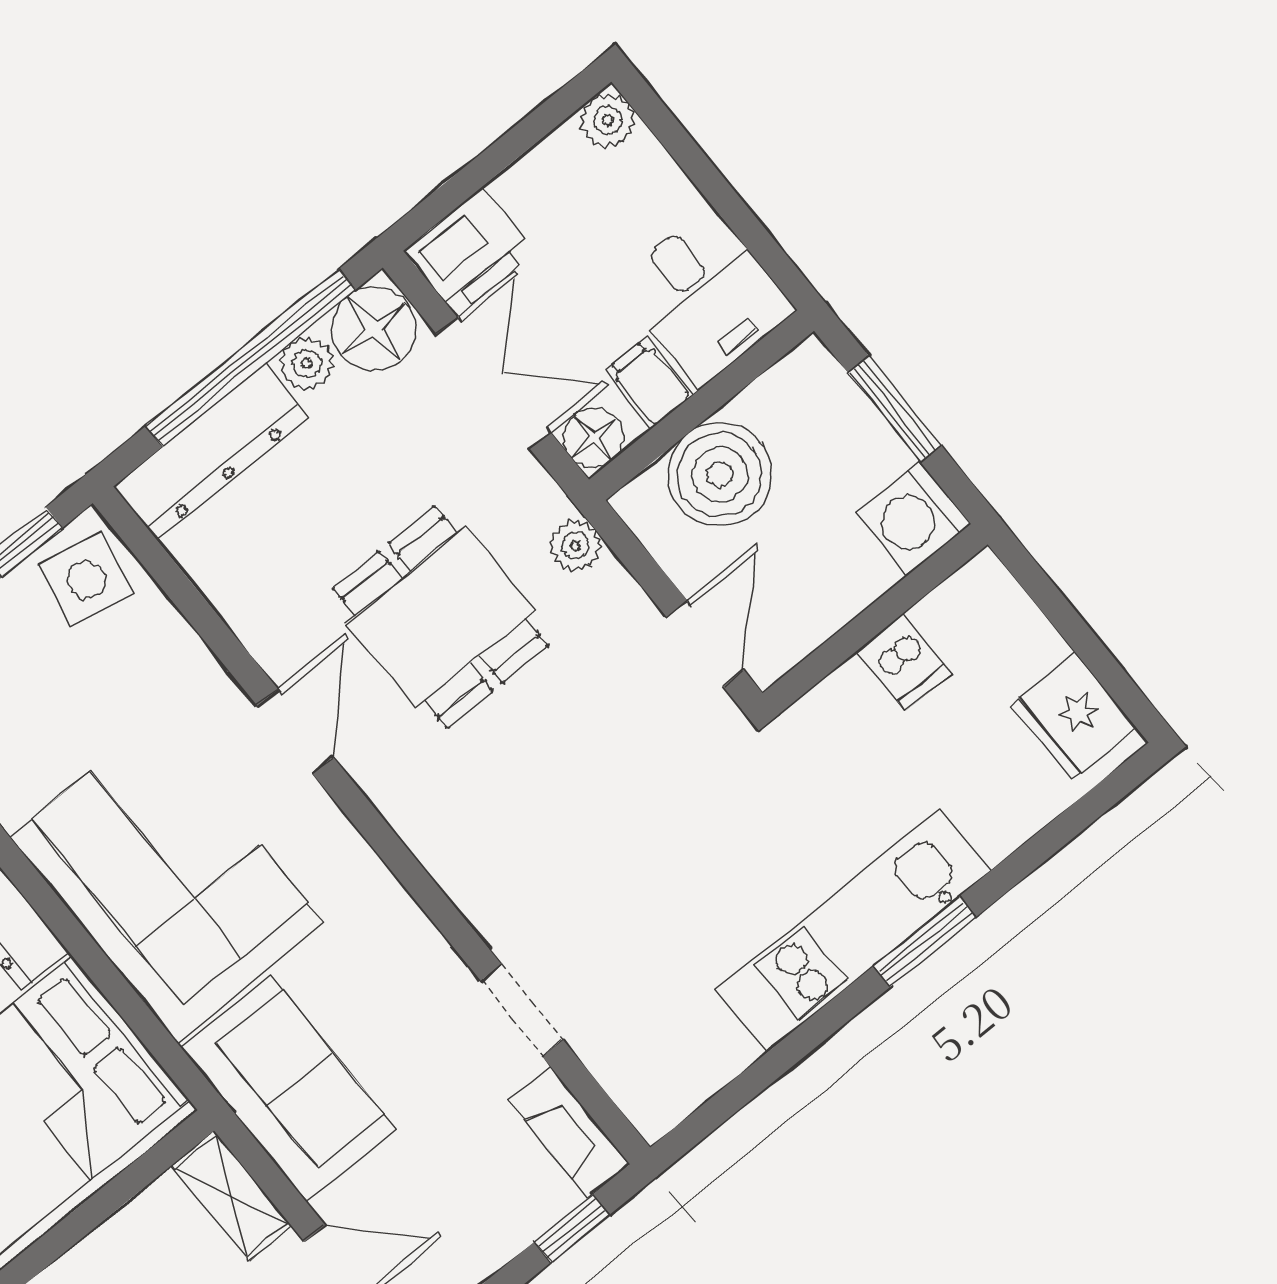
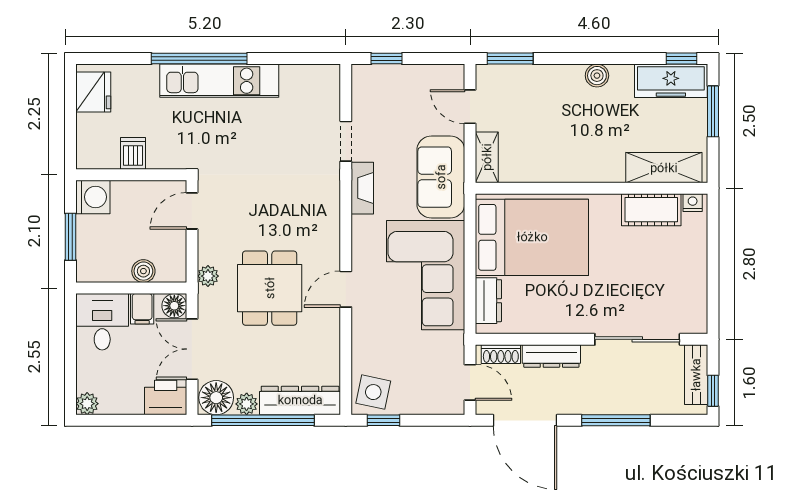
boiler: (720, 475) -> (143, 271), width x0.54, depth x0.54
window: (925, 941) -> (199, 59), width x2.11
fireplace: (569, 1132) -> (362, 188), moved

